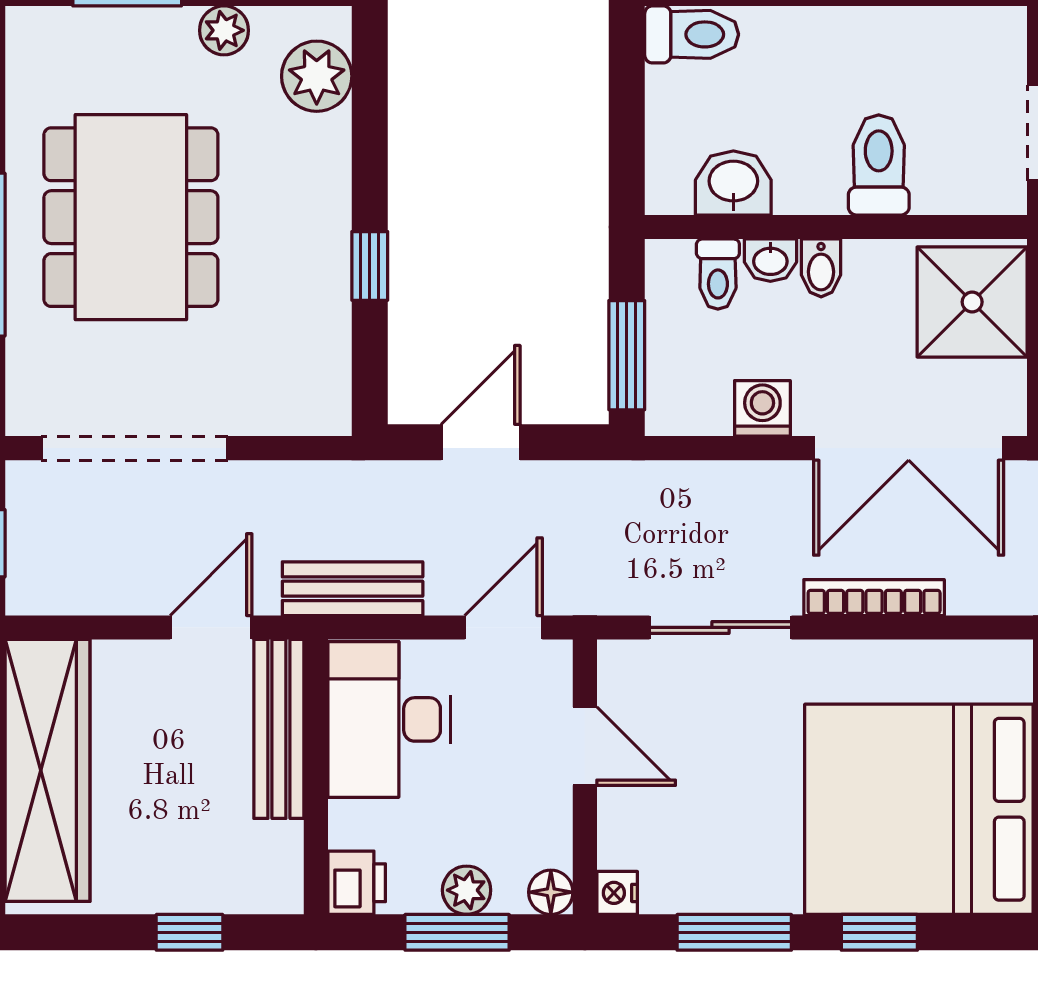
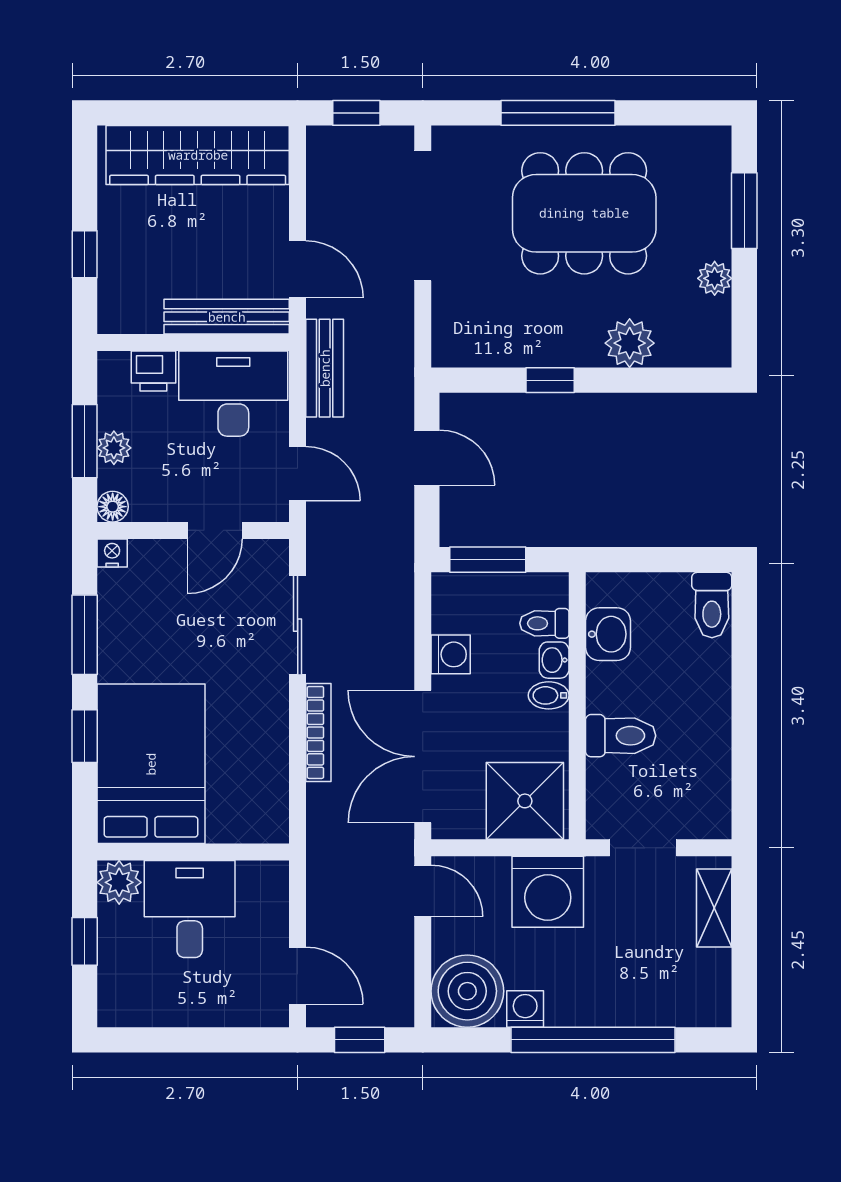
plant: (317, 76) -> (630, 343), moved
bed: (919, 809) -> (151, 764), width x0.73
printer: (357, 883) -> (153, 371), moved

